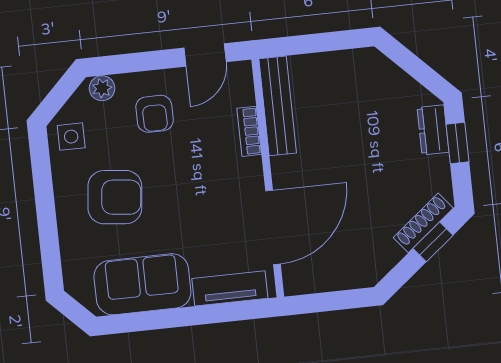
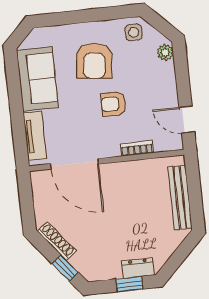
bench: (278, 106) -> (180, 198), moved, turned 90
armchair: (155, 114) -> (113, 104), moved
shoe rack: (423, 223) -> (57, 241), moved

